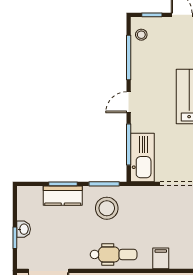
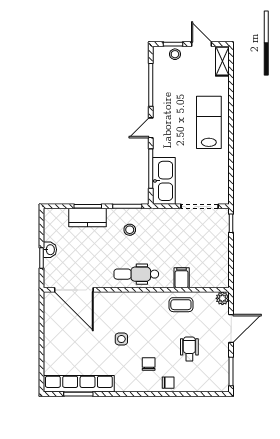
stool: (141, 35) -> (175, 54), moved
stool: (107, 208) -> (130, 230), width x0.53, depth x0.53
dental chair: (114, 254) -> (136, 274), turned 180

